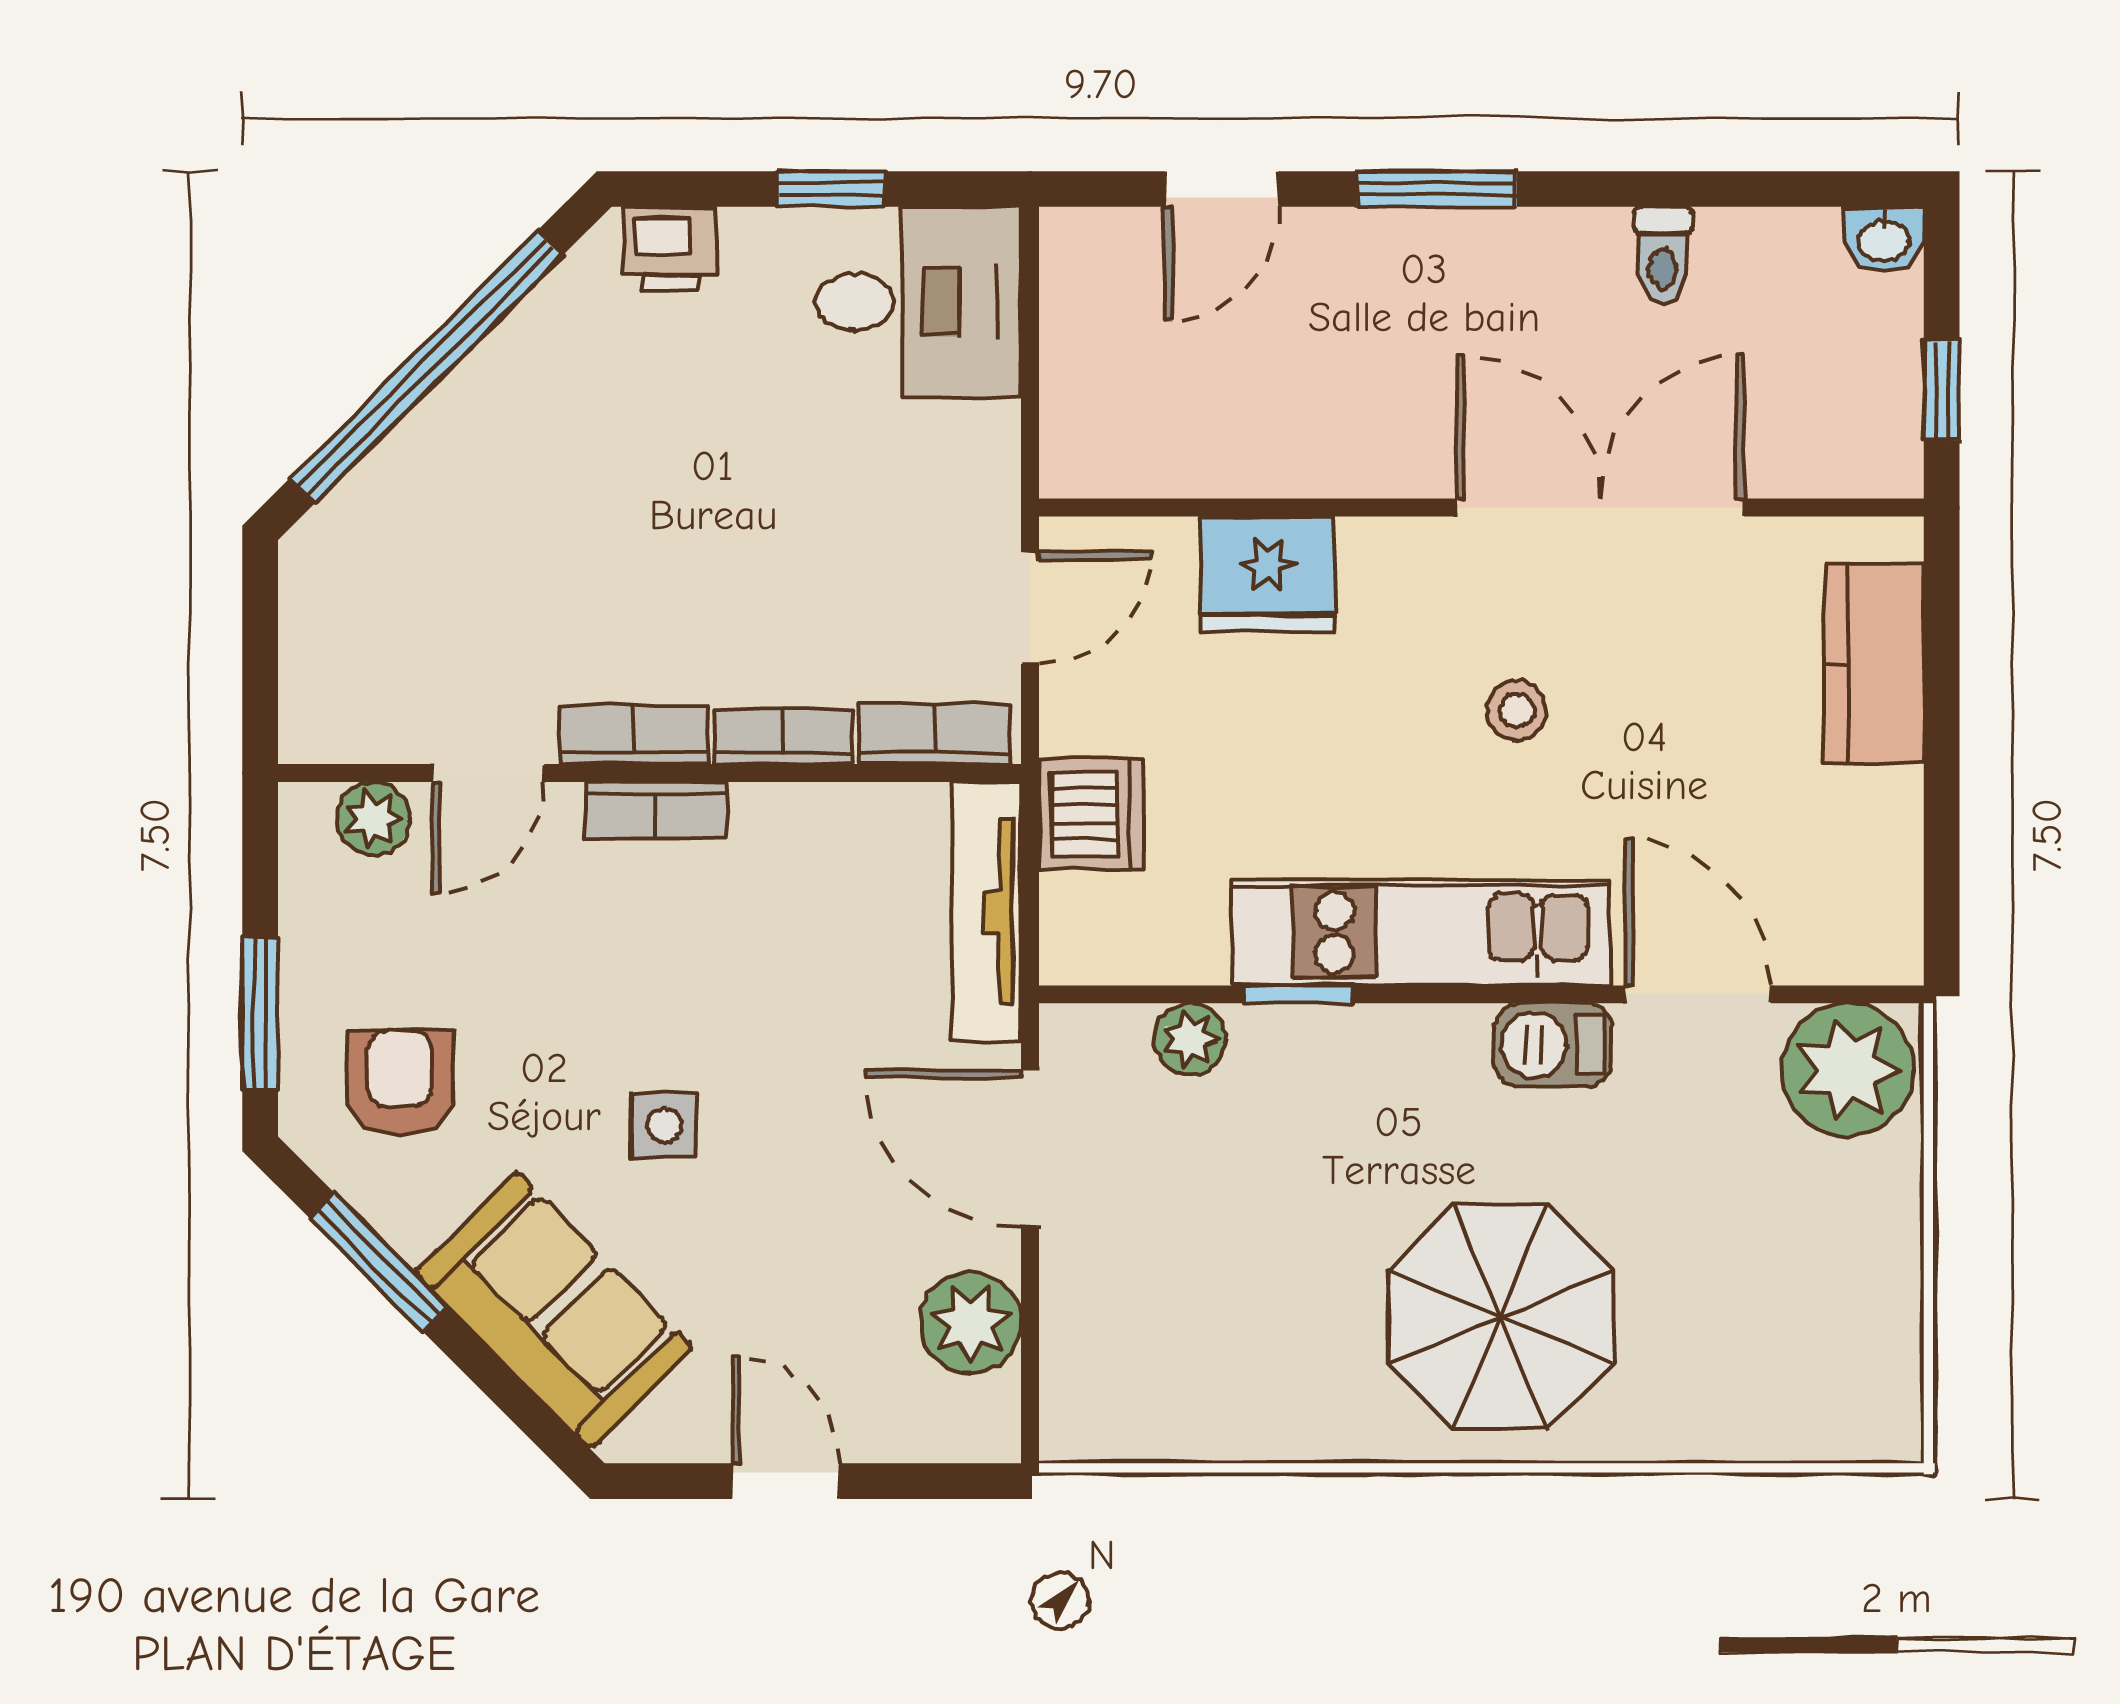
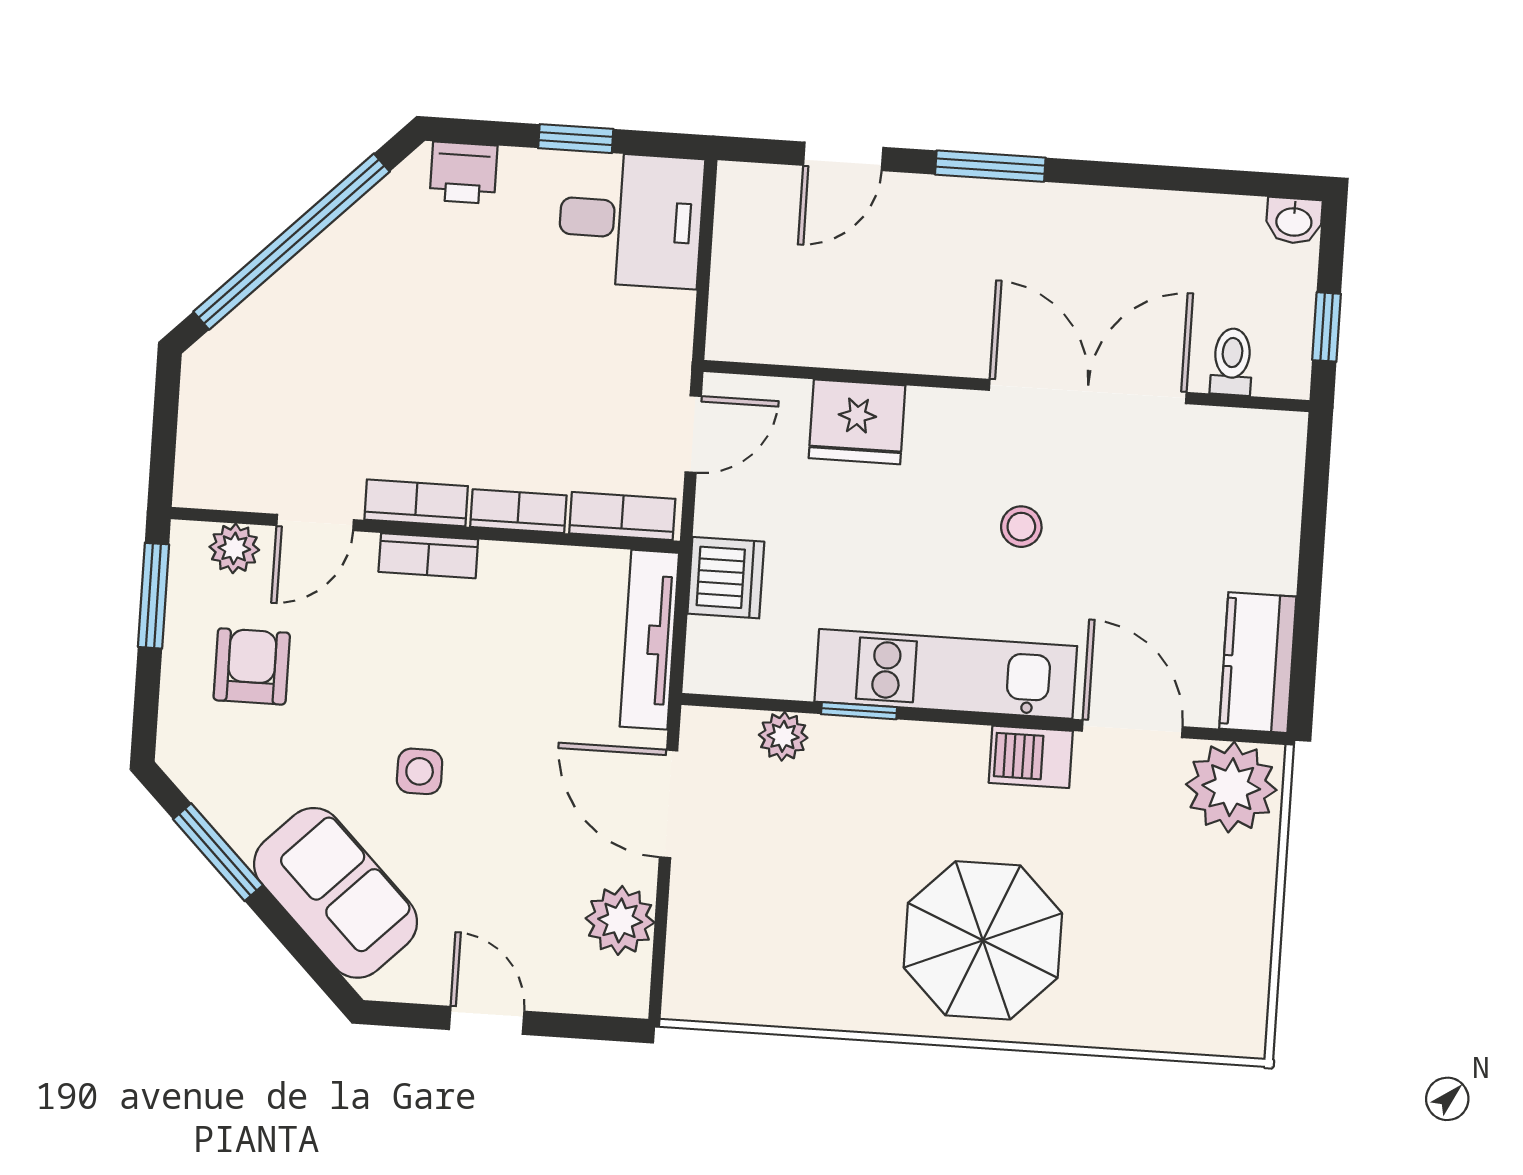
toilet: (1663, 255) -> (1232, 362), moved, turned 180
kitchen counter: (1874, 663) -> (1258, 663), moved
window: (260, 1014) -> (153, 596), moved
armchair: (400, 1083) -> (252, 666), moved

